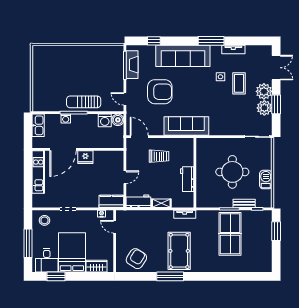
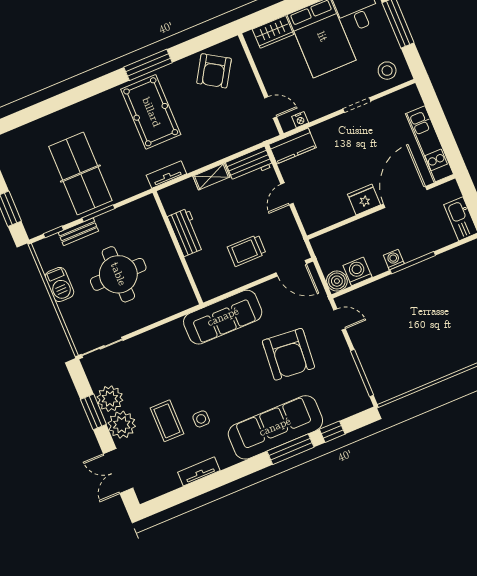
window: (211, 41) -> (290, 449), moved
fireplace: (132, 65) -> (351, 379), removed
armchair: (160, 92) -> (288, 354), turned -85
sun lounger: (84, 102) -> (404, 287), removed
washing machine: (66, 119) -> (394, 260), moved

